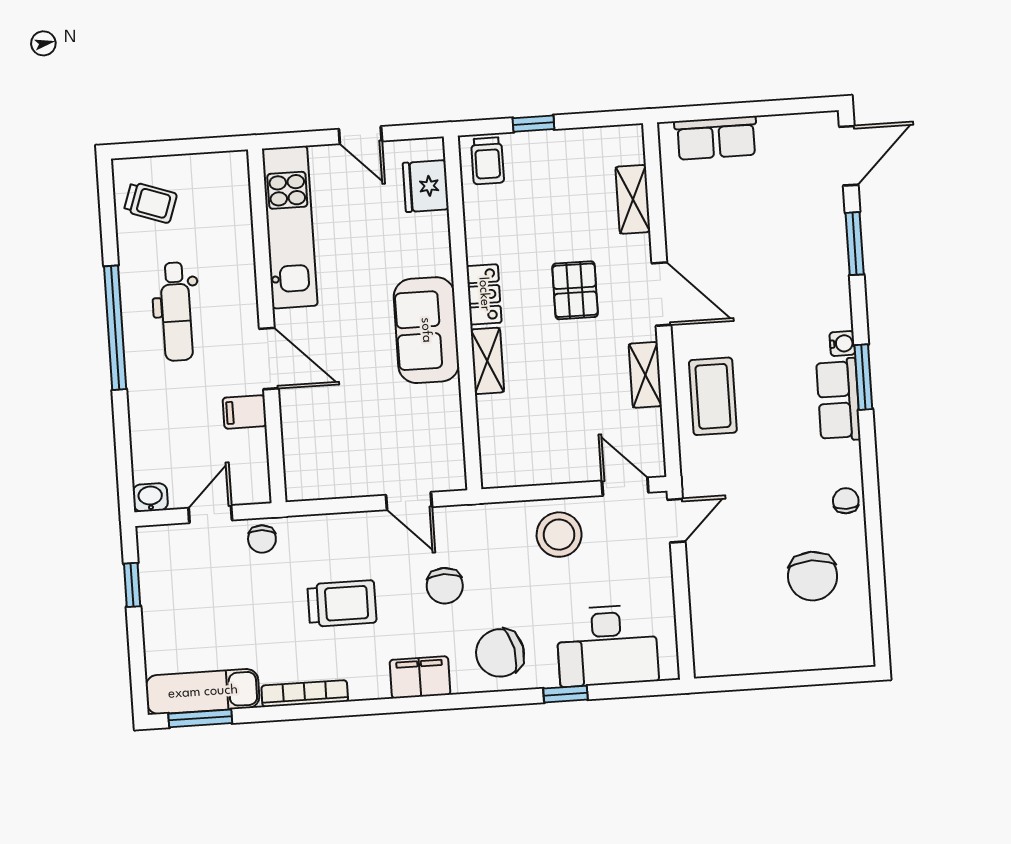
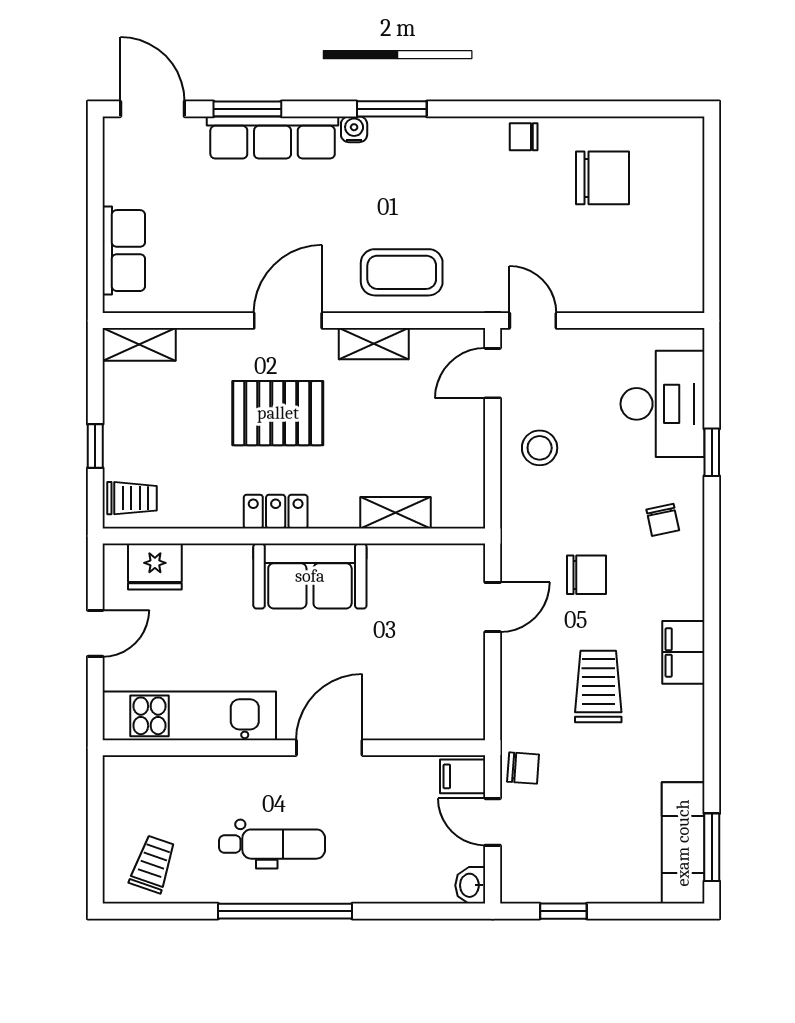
shelving: (633, 199) -> (139, 344), moved
pallet: (575, 290) -> (278, 413), width x1.50, depth x1.42
shelving: (487, 361) -> (395, 513), moved
row of seats: (838, 400) -> (273, 138), moved, width x1.48
filing cabinet: (245, 412) -> (463, 776), moved, turned 90
stool: (559, 535) -> (540, 448), width x0.73, depth x0.73
chair: (500, 653) -> (663, 520), width x0.54, depth x0.54
filing cabinet: (420, 677) -> (683, 652), moved
bookcase: (305, 694) -> (693, 733), removed

